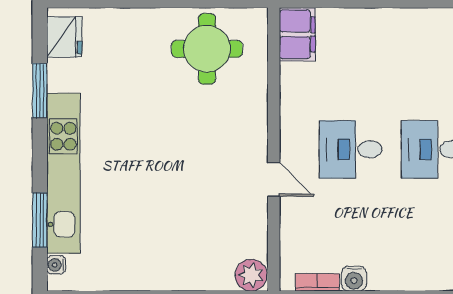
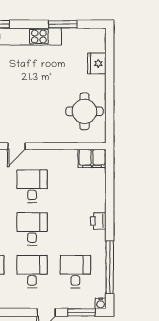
printer: (417, 22) -> (98, 221), added
fridge: (64, 37) -> (97, 63), moved, turned 90

